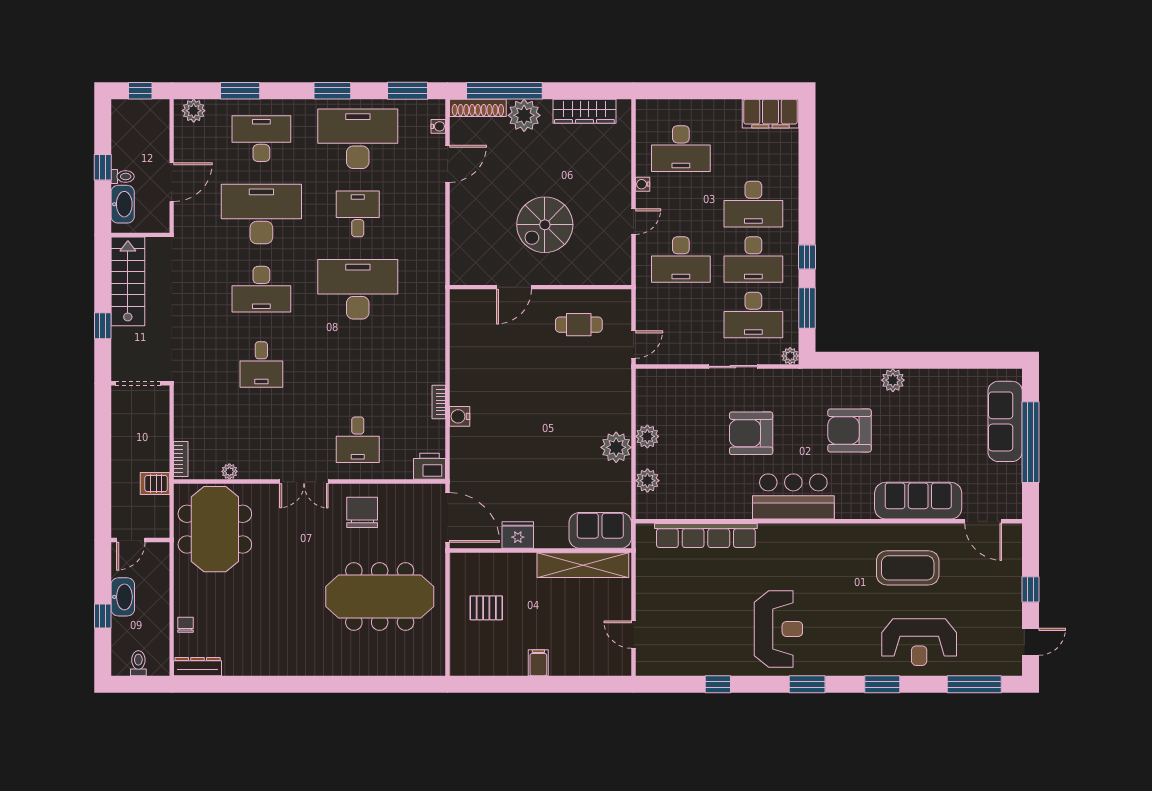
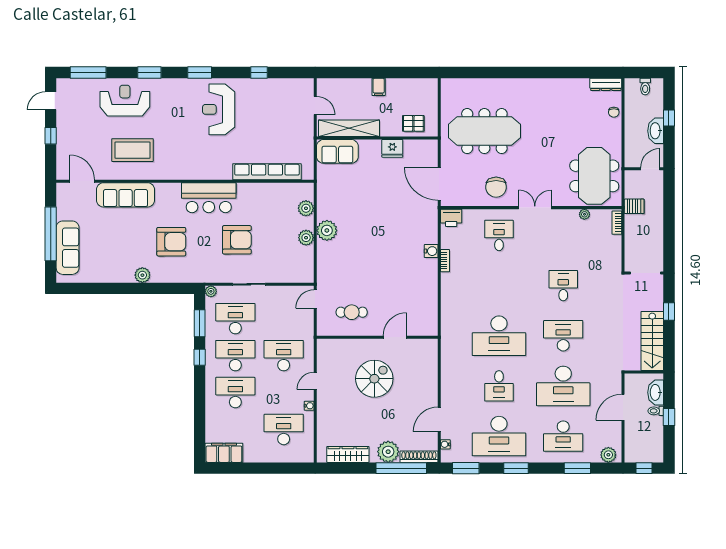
sofa: (600, 530) -> (337, 151), moved
fridge: (518, 535) -> (392, 148), moved
wall: (541, 550) -> (377, 138), moved
shelving: (583, 565) -> (349, 128), moved

